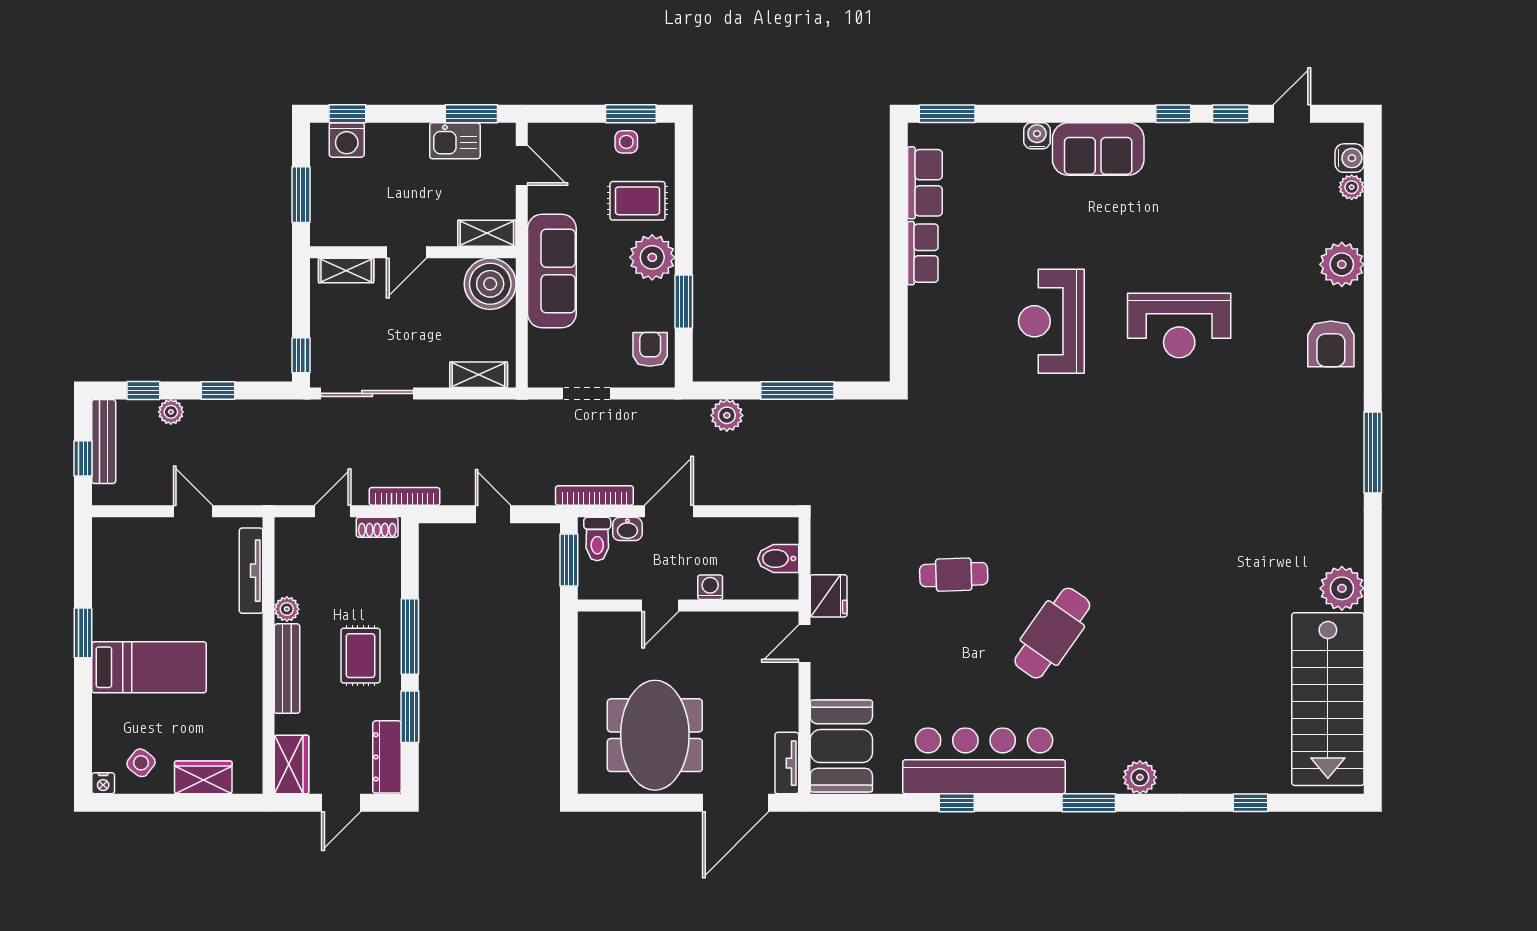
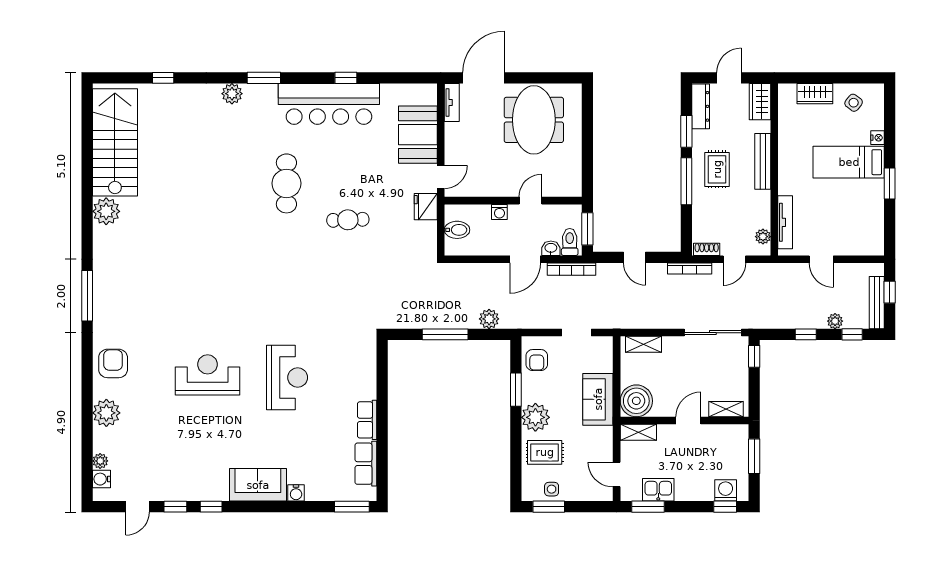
sofa: (552, 271) -> (598, 399), width x0.73
plant: (287, 609) -> (763, 237), moved
cafe table: (1052, 633) -> (286, 183), turned -35
booth: (841, 746) -> (418, 135), moved
nightstand: (103, 783) -> (878, 138), moved, turned 90

